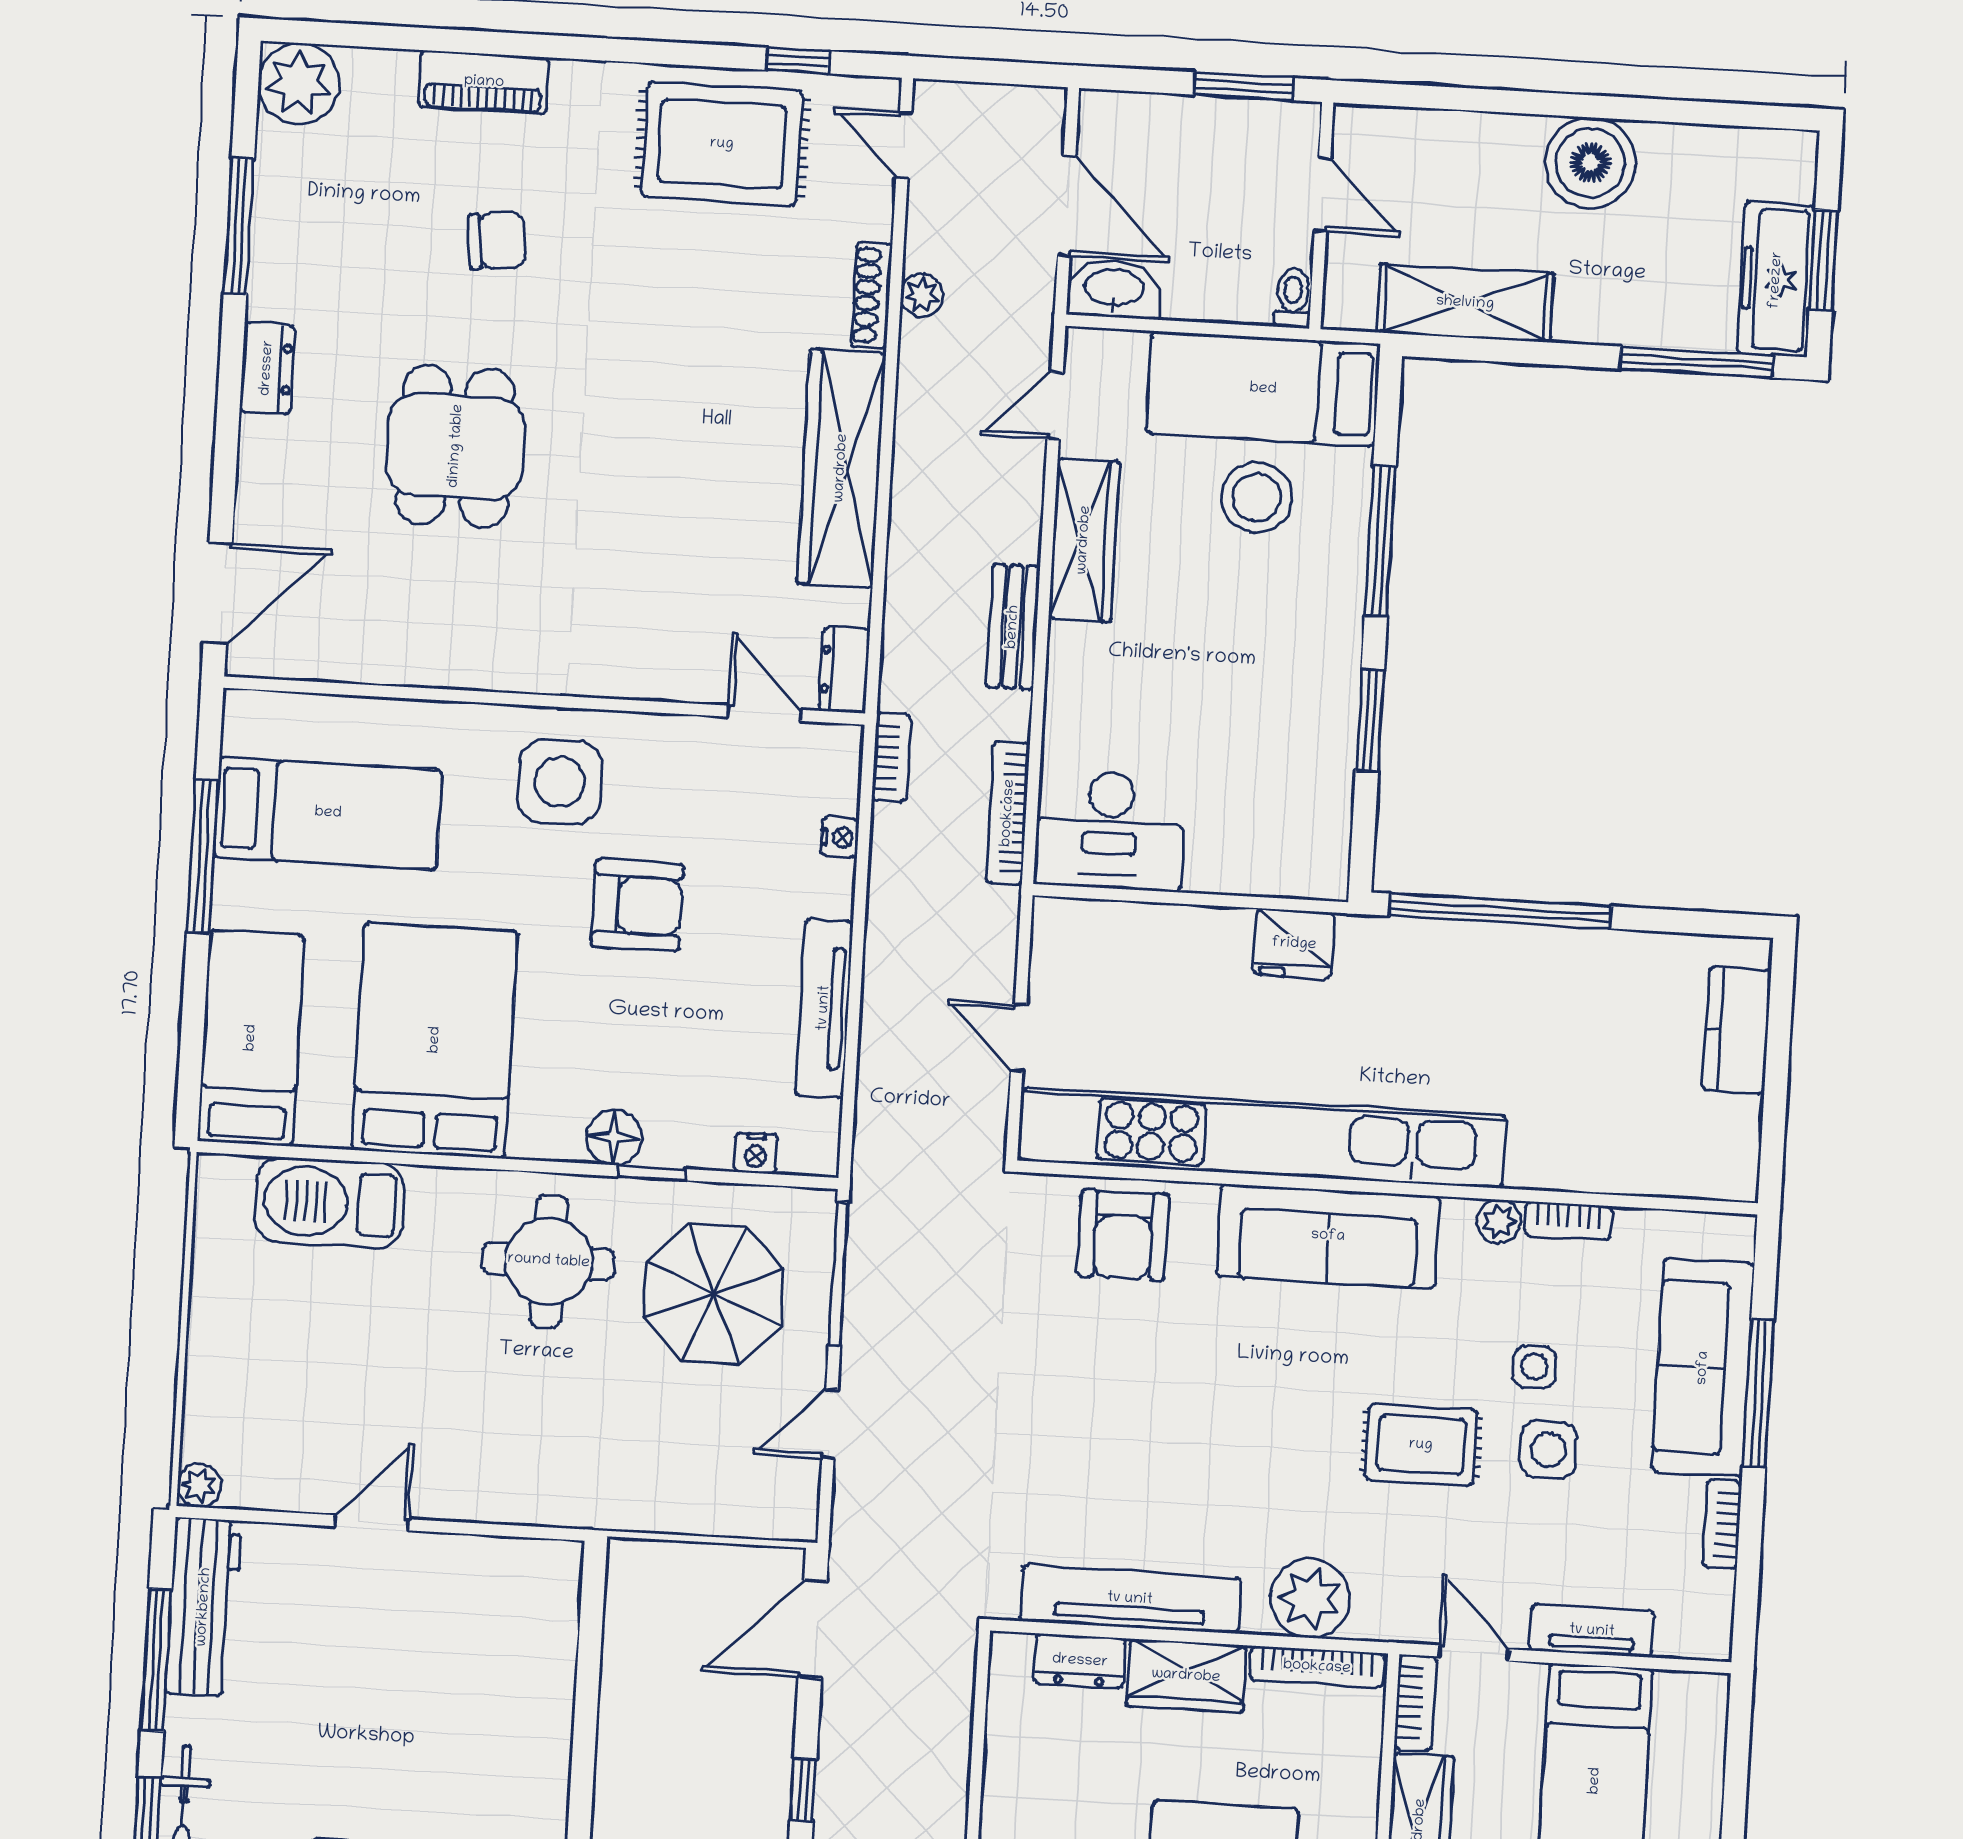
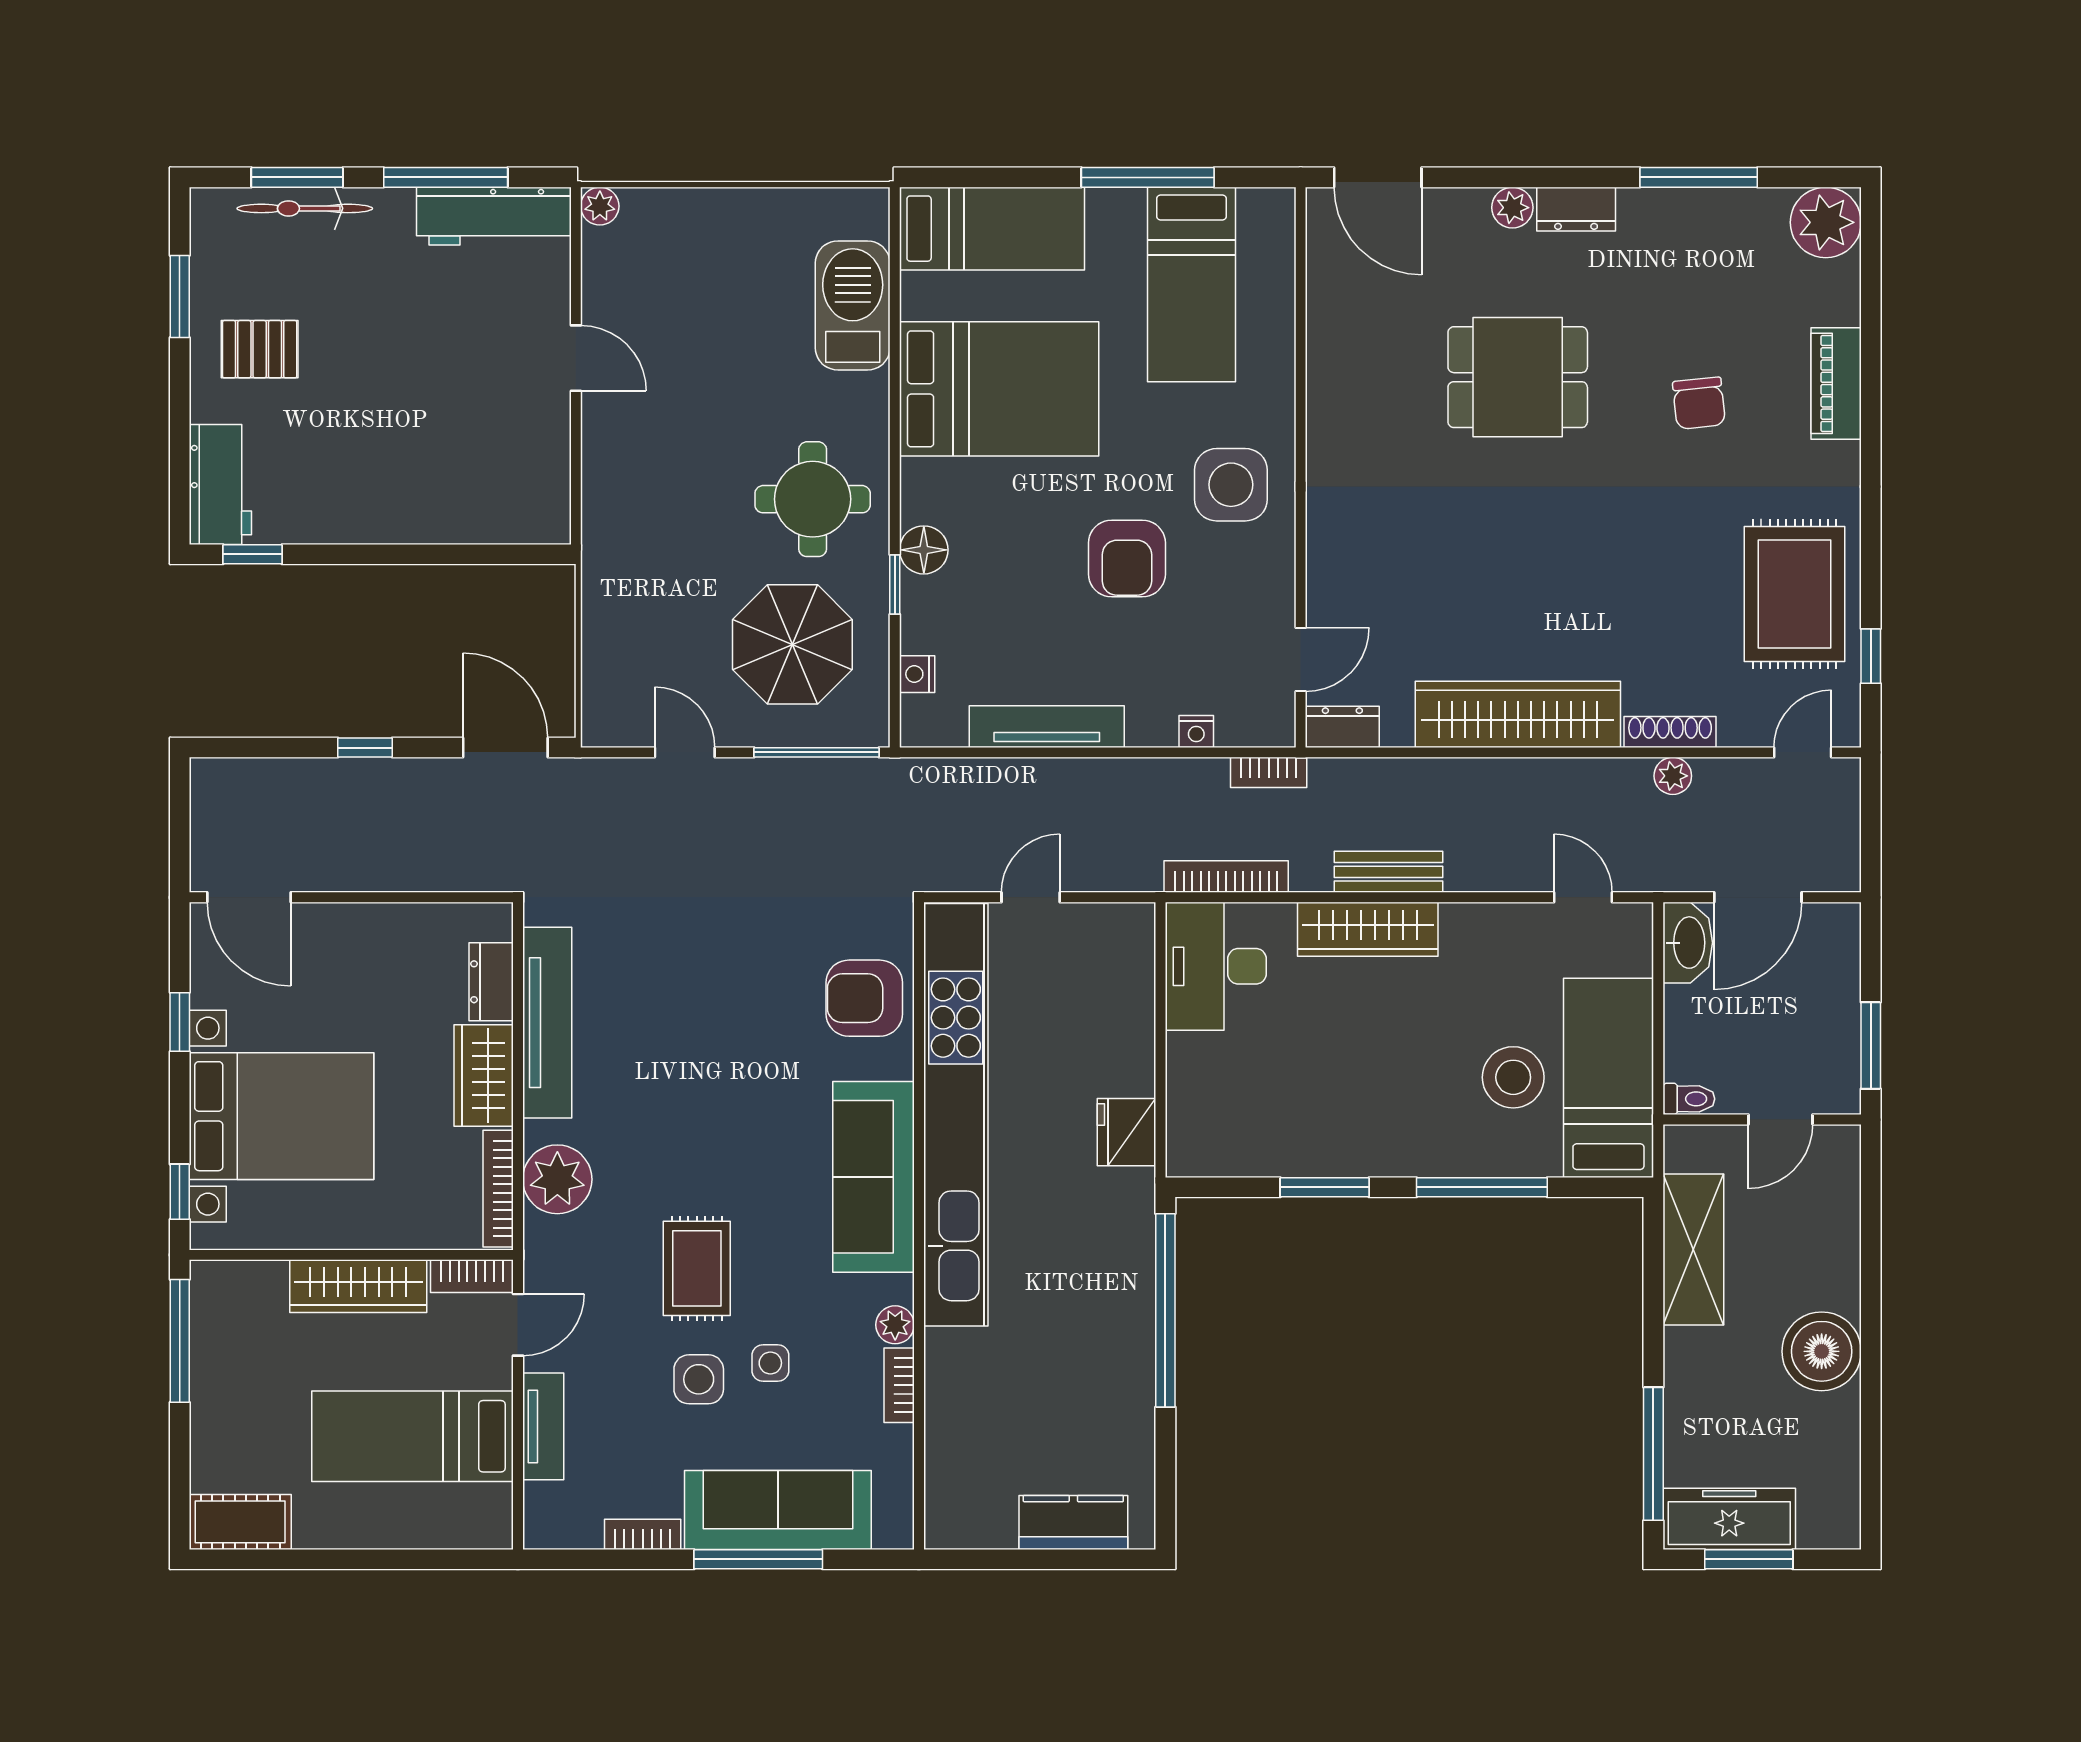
plant: (261, 441) -> (1512, 208), added
wardrobe: (1084, 540) -> (1368, 929), moved

